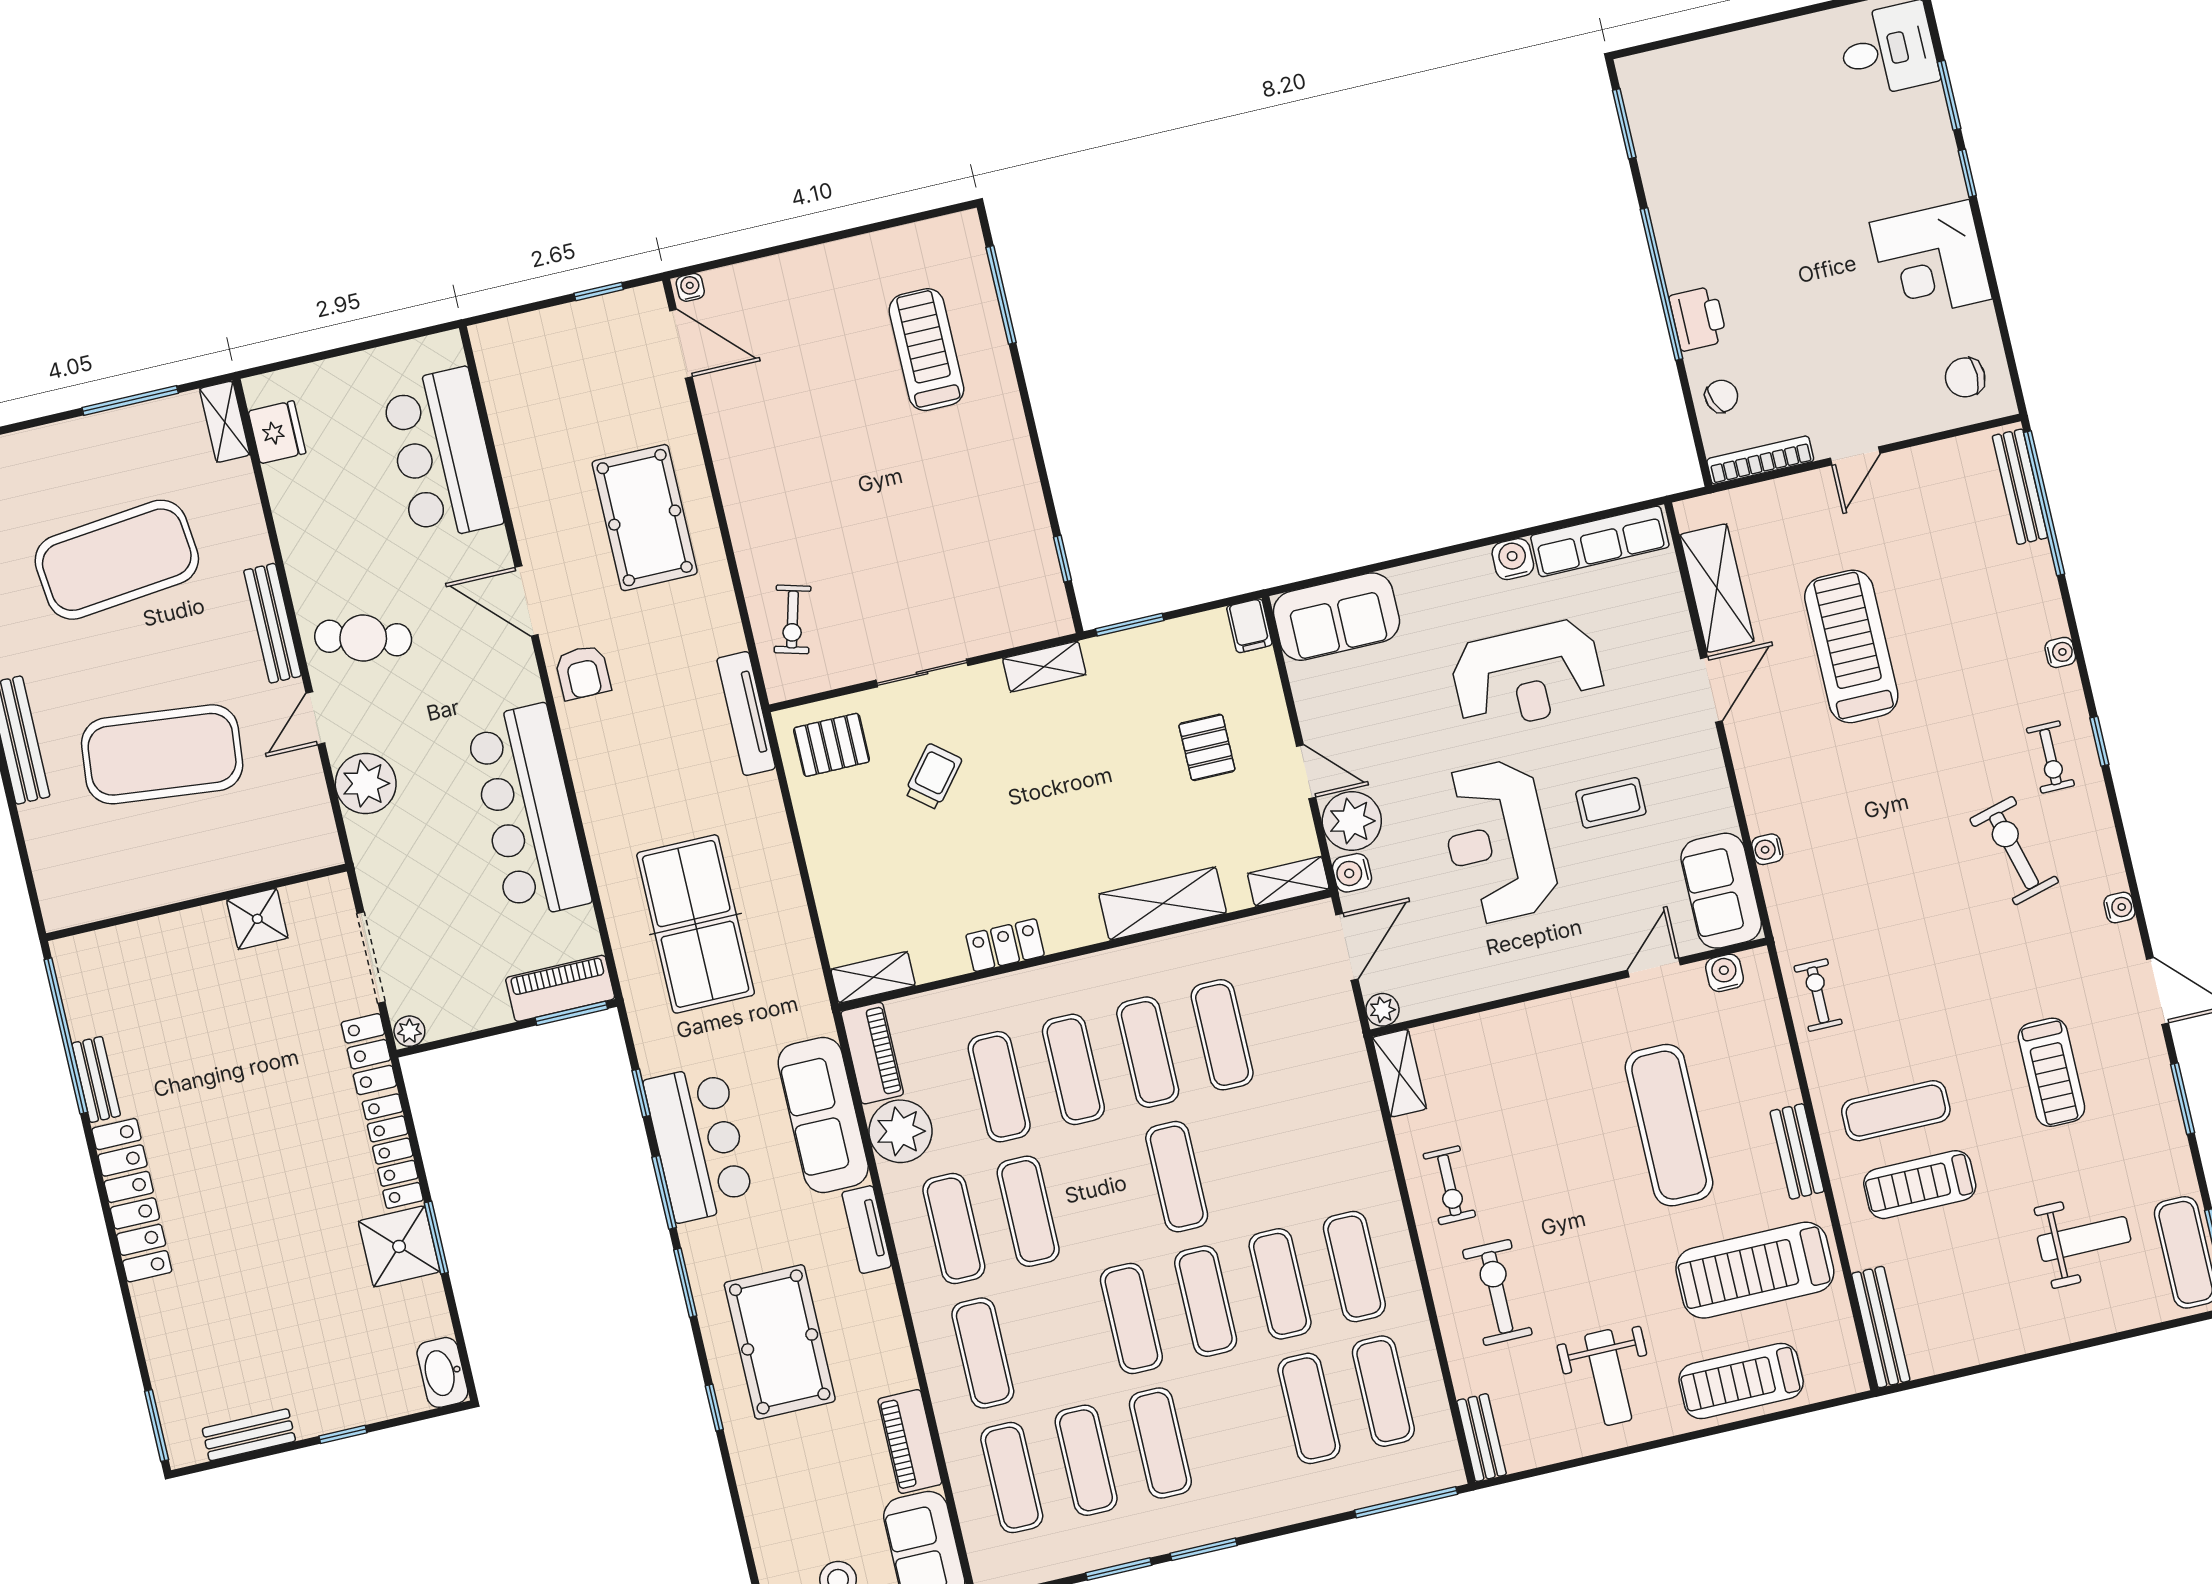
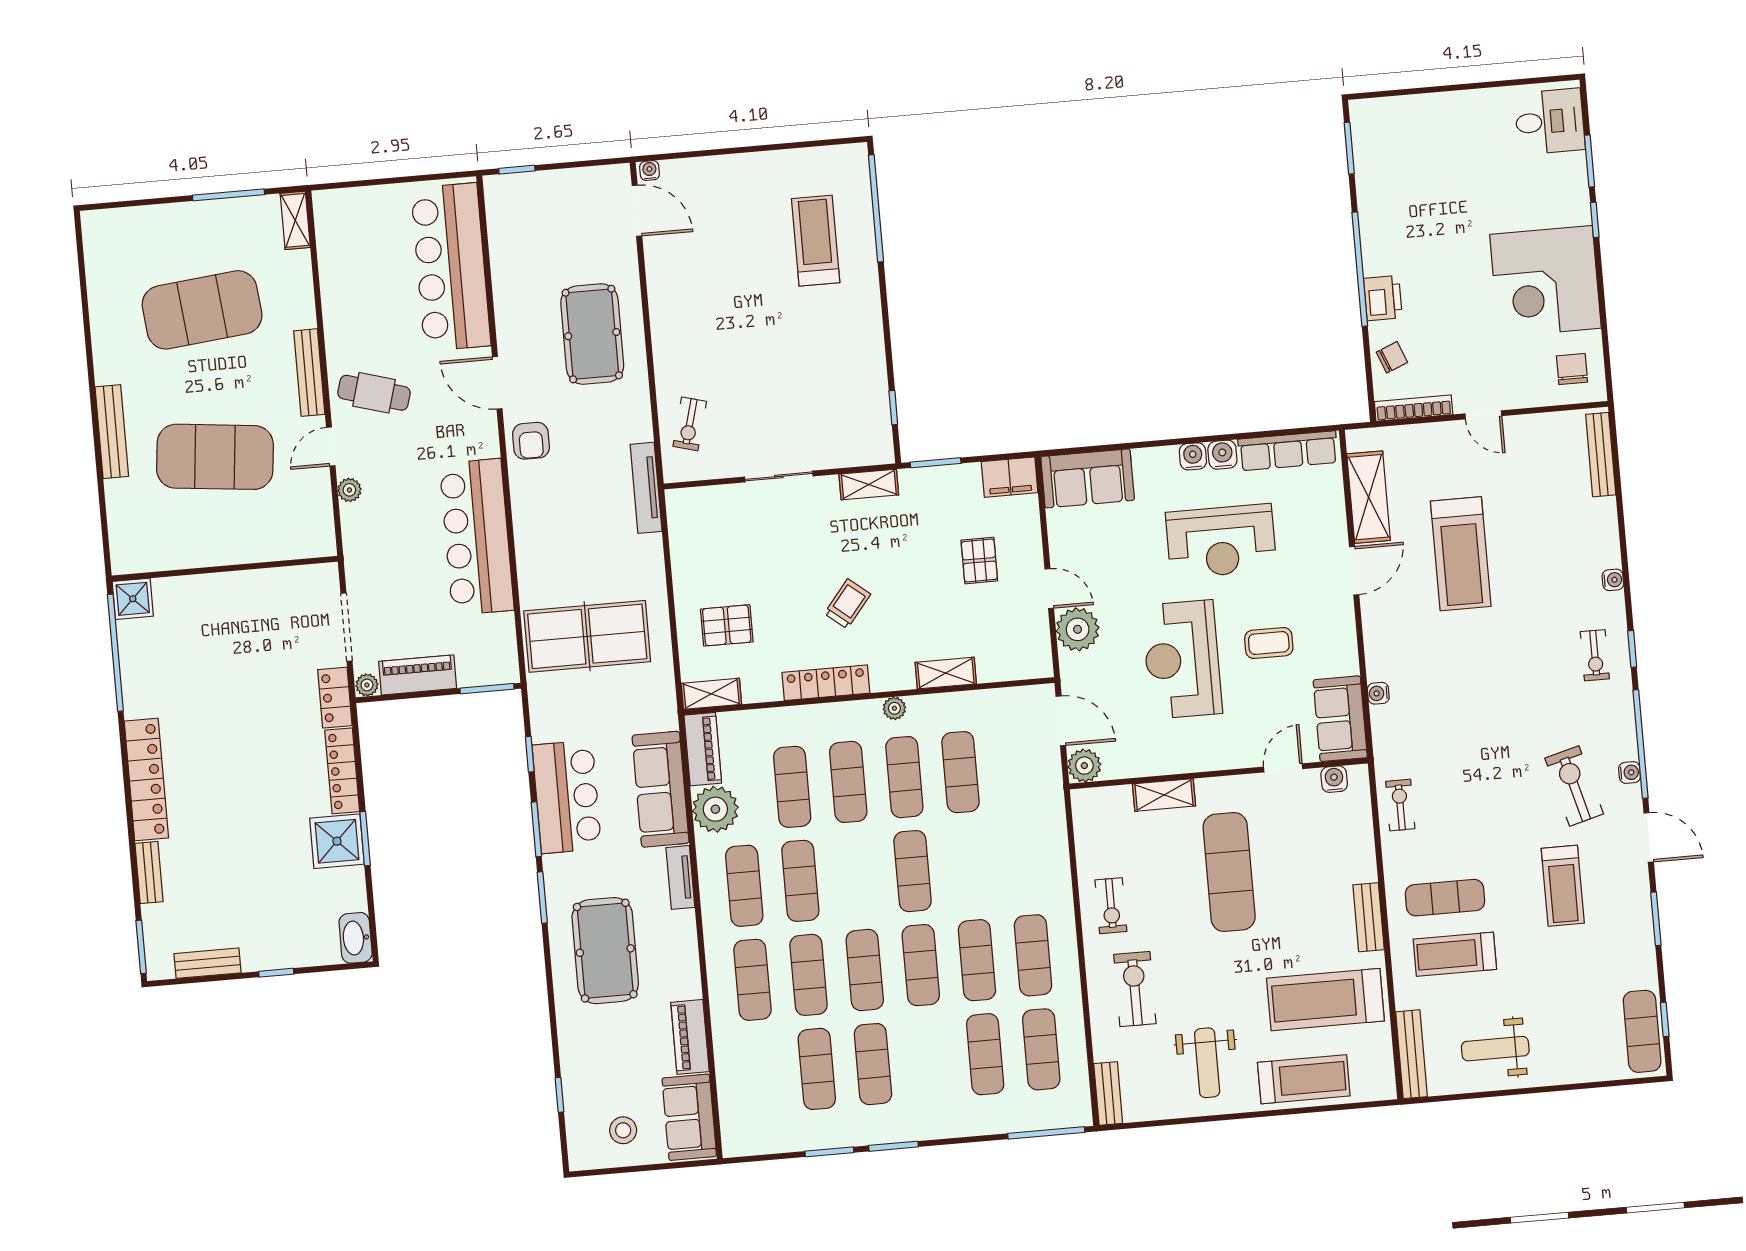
corner desk: (1931, 261) -> (1545, 281), width x1.36, depth x1.36
window: (599, 291) -> (517, 170), moved
window: (1001, 295) -> (876, 208), width x1.46
chair: (1965, 377) -> (1572, 369), turned 90
fridge: (277, 432) -> (332, 233), removed
bar counter: (442, 455) -> (451, 267), width x1.36
door: (1855, 456) -> (1483, 415), hinge flipped
window: (2044, 503) -> (1641, 744), moved
filing cabinet: (1249, 626) -> (1010, 477), width x2.00
treadmill: (1851, 646) -> (1461, 554), turned 180
pallet: (832, 745) -> (727, 625), moved
trolley: (933, 776) -> (848, 604), moved
plant: (366, 784) -> (349, 490), width x0.53, depth x0.53
exercise bike: (2014, 851) -> (1574, 786), moved
water cooler: (1352, 873) -> (1193, 456), moved, turned 90
shelving: (1288, 881) -> (1025, 667), removed
shelving: (1163, 903) -> (946, 673), width x0.67, depth x0.75
shower: (257, 919) -> (133, 599), moved
table tennis table: (696, 924) -> (587, 636), turned 90
locker: (1005, 945) -> (826, 683), width x1.53
door: (1347, 947) -> (1061, 721), hinge flipped
plant: (1121, 962) -> (894, 708), added
piano: (560, 988) -> (418, 675), moved
plant: (1382, 1010) -> (1084, 766), width x1.38, depth x1.38
shelving: (1399, 1073) -> (1164, 795), moved, turned 90
bench: (96, 1079) -> (149, 872), moved
exercise mat: (1669, 1125) -> (1229, 872), moved
weight bench: (2084, 1239) -> (1495, 1049), moved, turned 180
treadmill: (1741, 1381) -> (1304, 1079), turned 180
window: (714, 1408) -> (560, 1095), moved
exercise mat: (1012, 1478) -> (809, 975), moved

